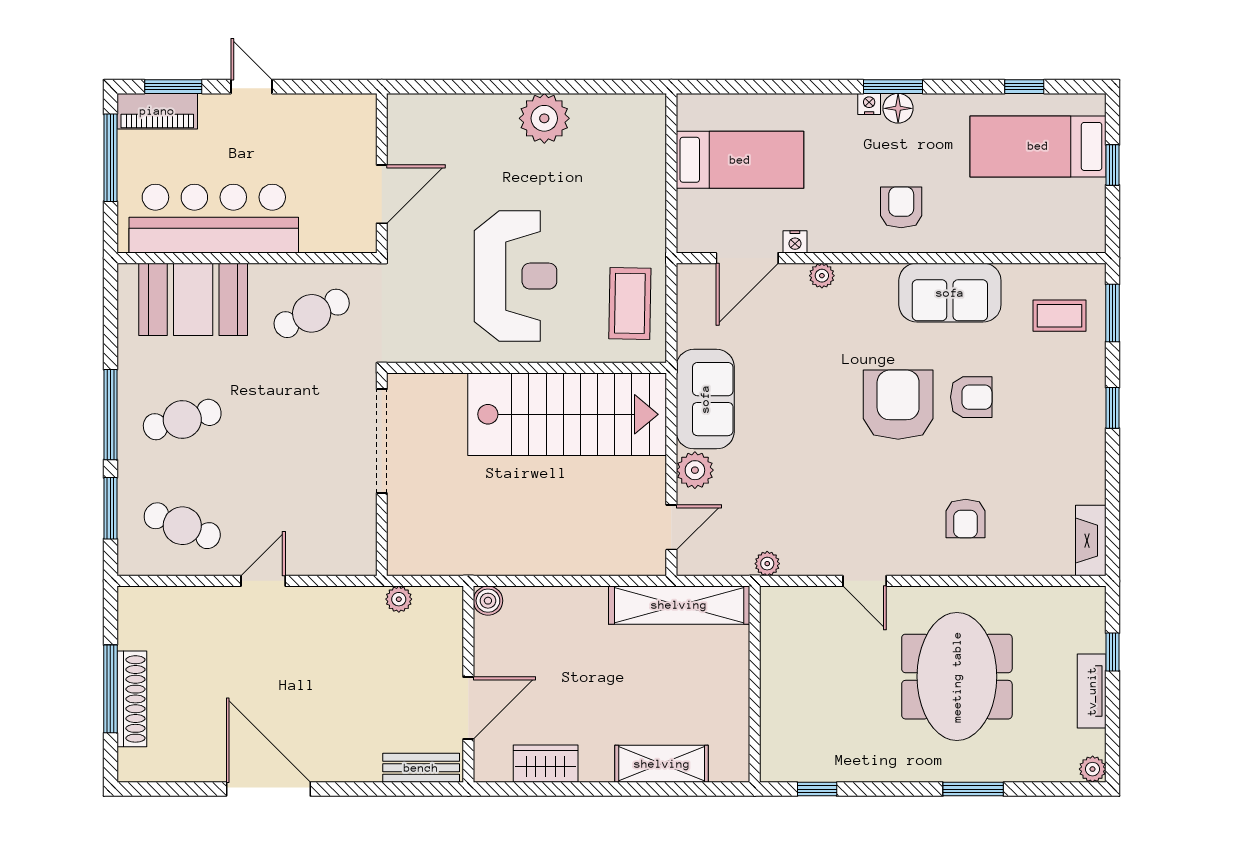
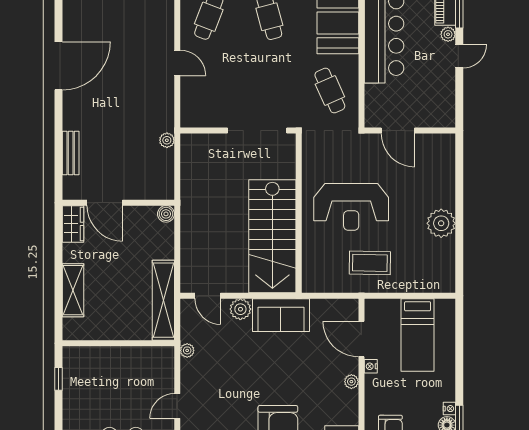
plant: (213, 106) -> (448, 34), added
coffee table: (630, 303) -> (370, 263), moved
boiler: (488, 601) -> (166, 214), moved
wall: (468, 684) -> (118, 203), moved
door: (468, 708) -> (105, 203), moved

